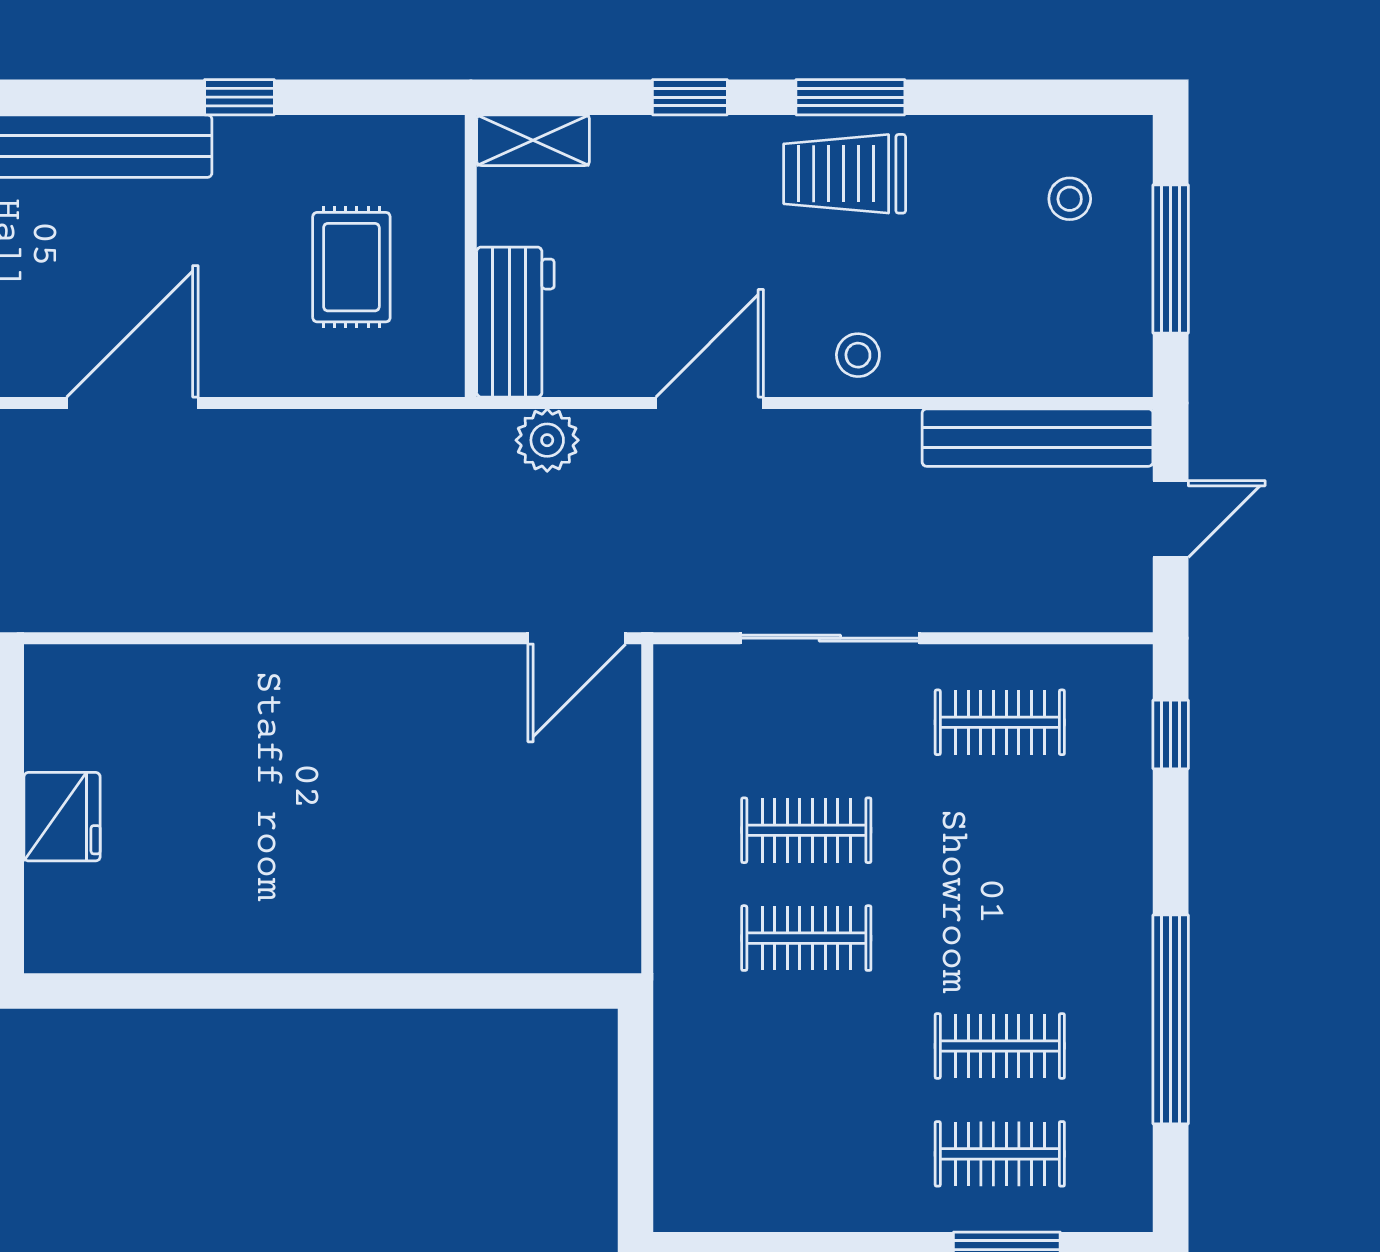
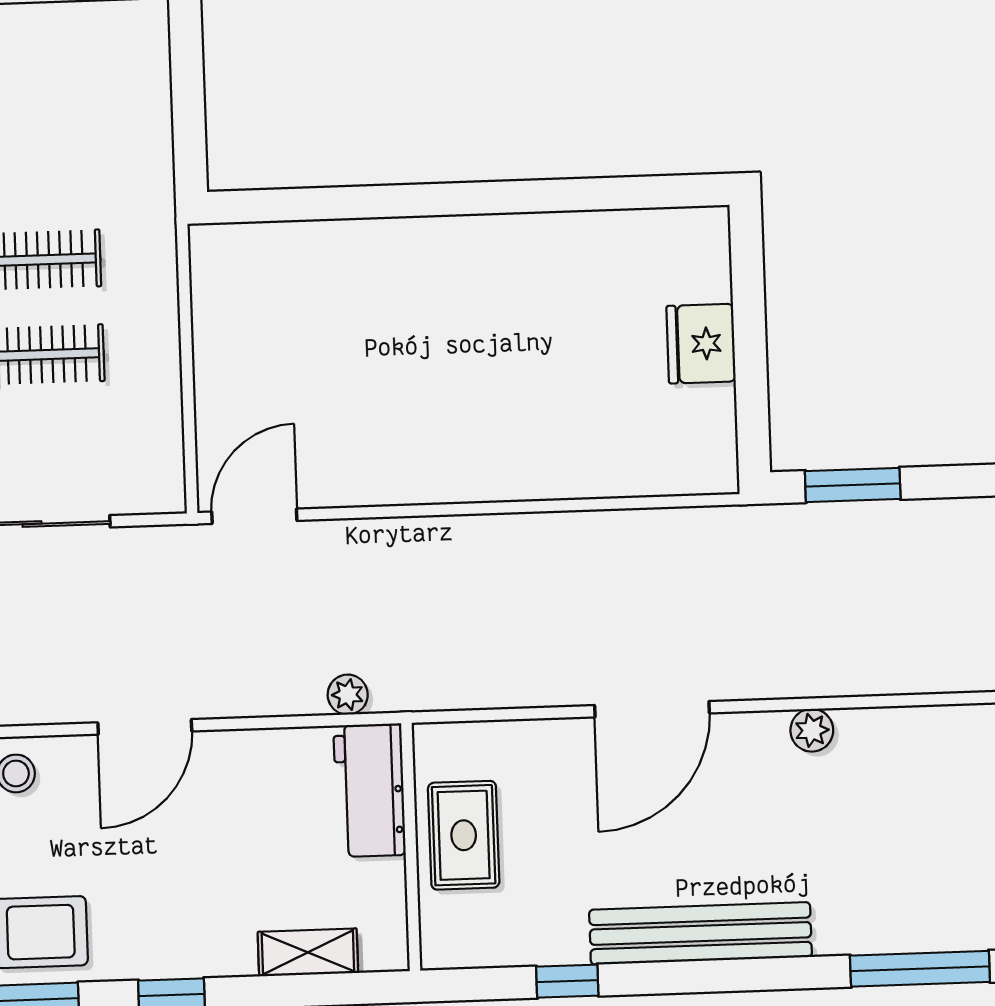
wall: (471, 256) -> (411, 847), moved
workbench: (515, 322) -> (369, 790), moved
plant: (547, 440) -> (348, 695), moved, width x0.73, depth x0.73

